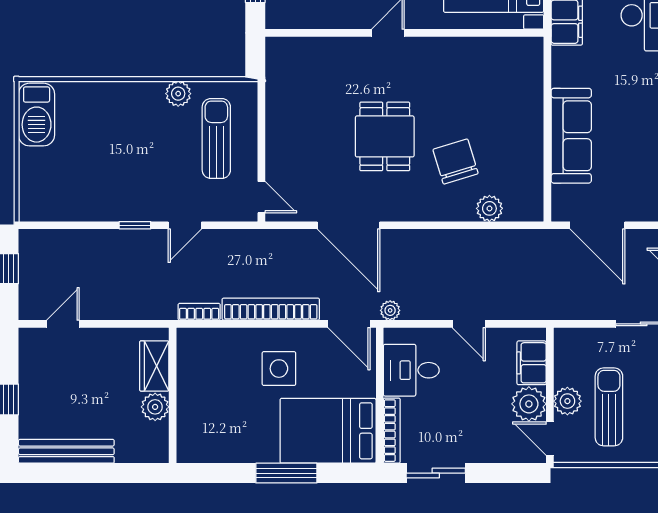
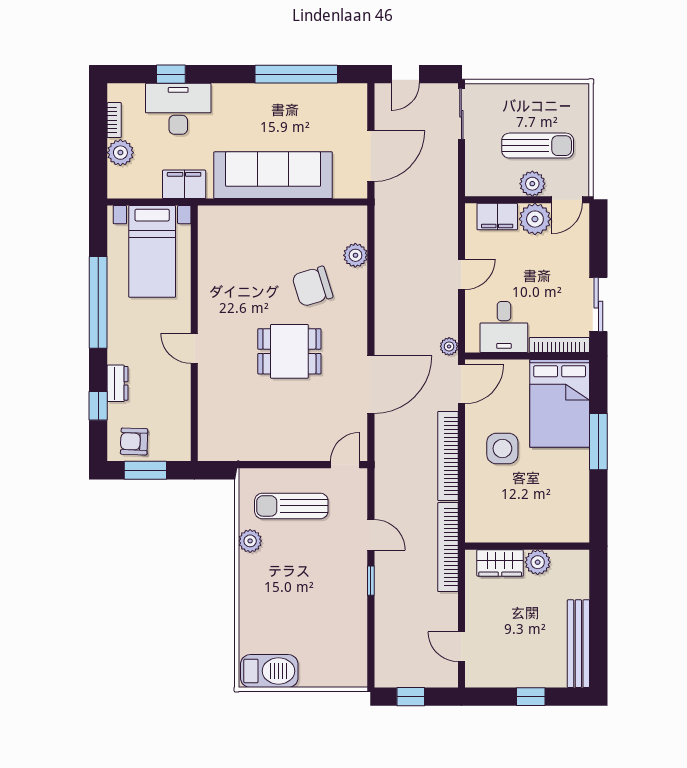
sofa: (571, 136) -> (273, 175), width x1.36, depth x1.27
bookcase: (199, 312) -> (448, 547), width x2.31, depth x1.31
sun lounger: (609, 407) -> (538, 146), turned 180

